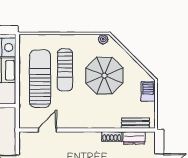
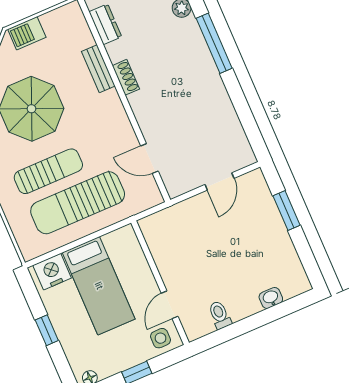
bench: (135, 123) -> (98, 69), moved
shoe rack: (112, 137) -> (126, 77), moved

